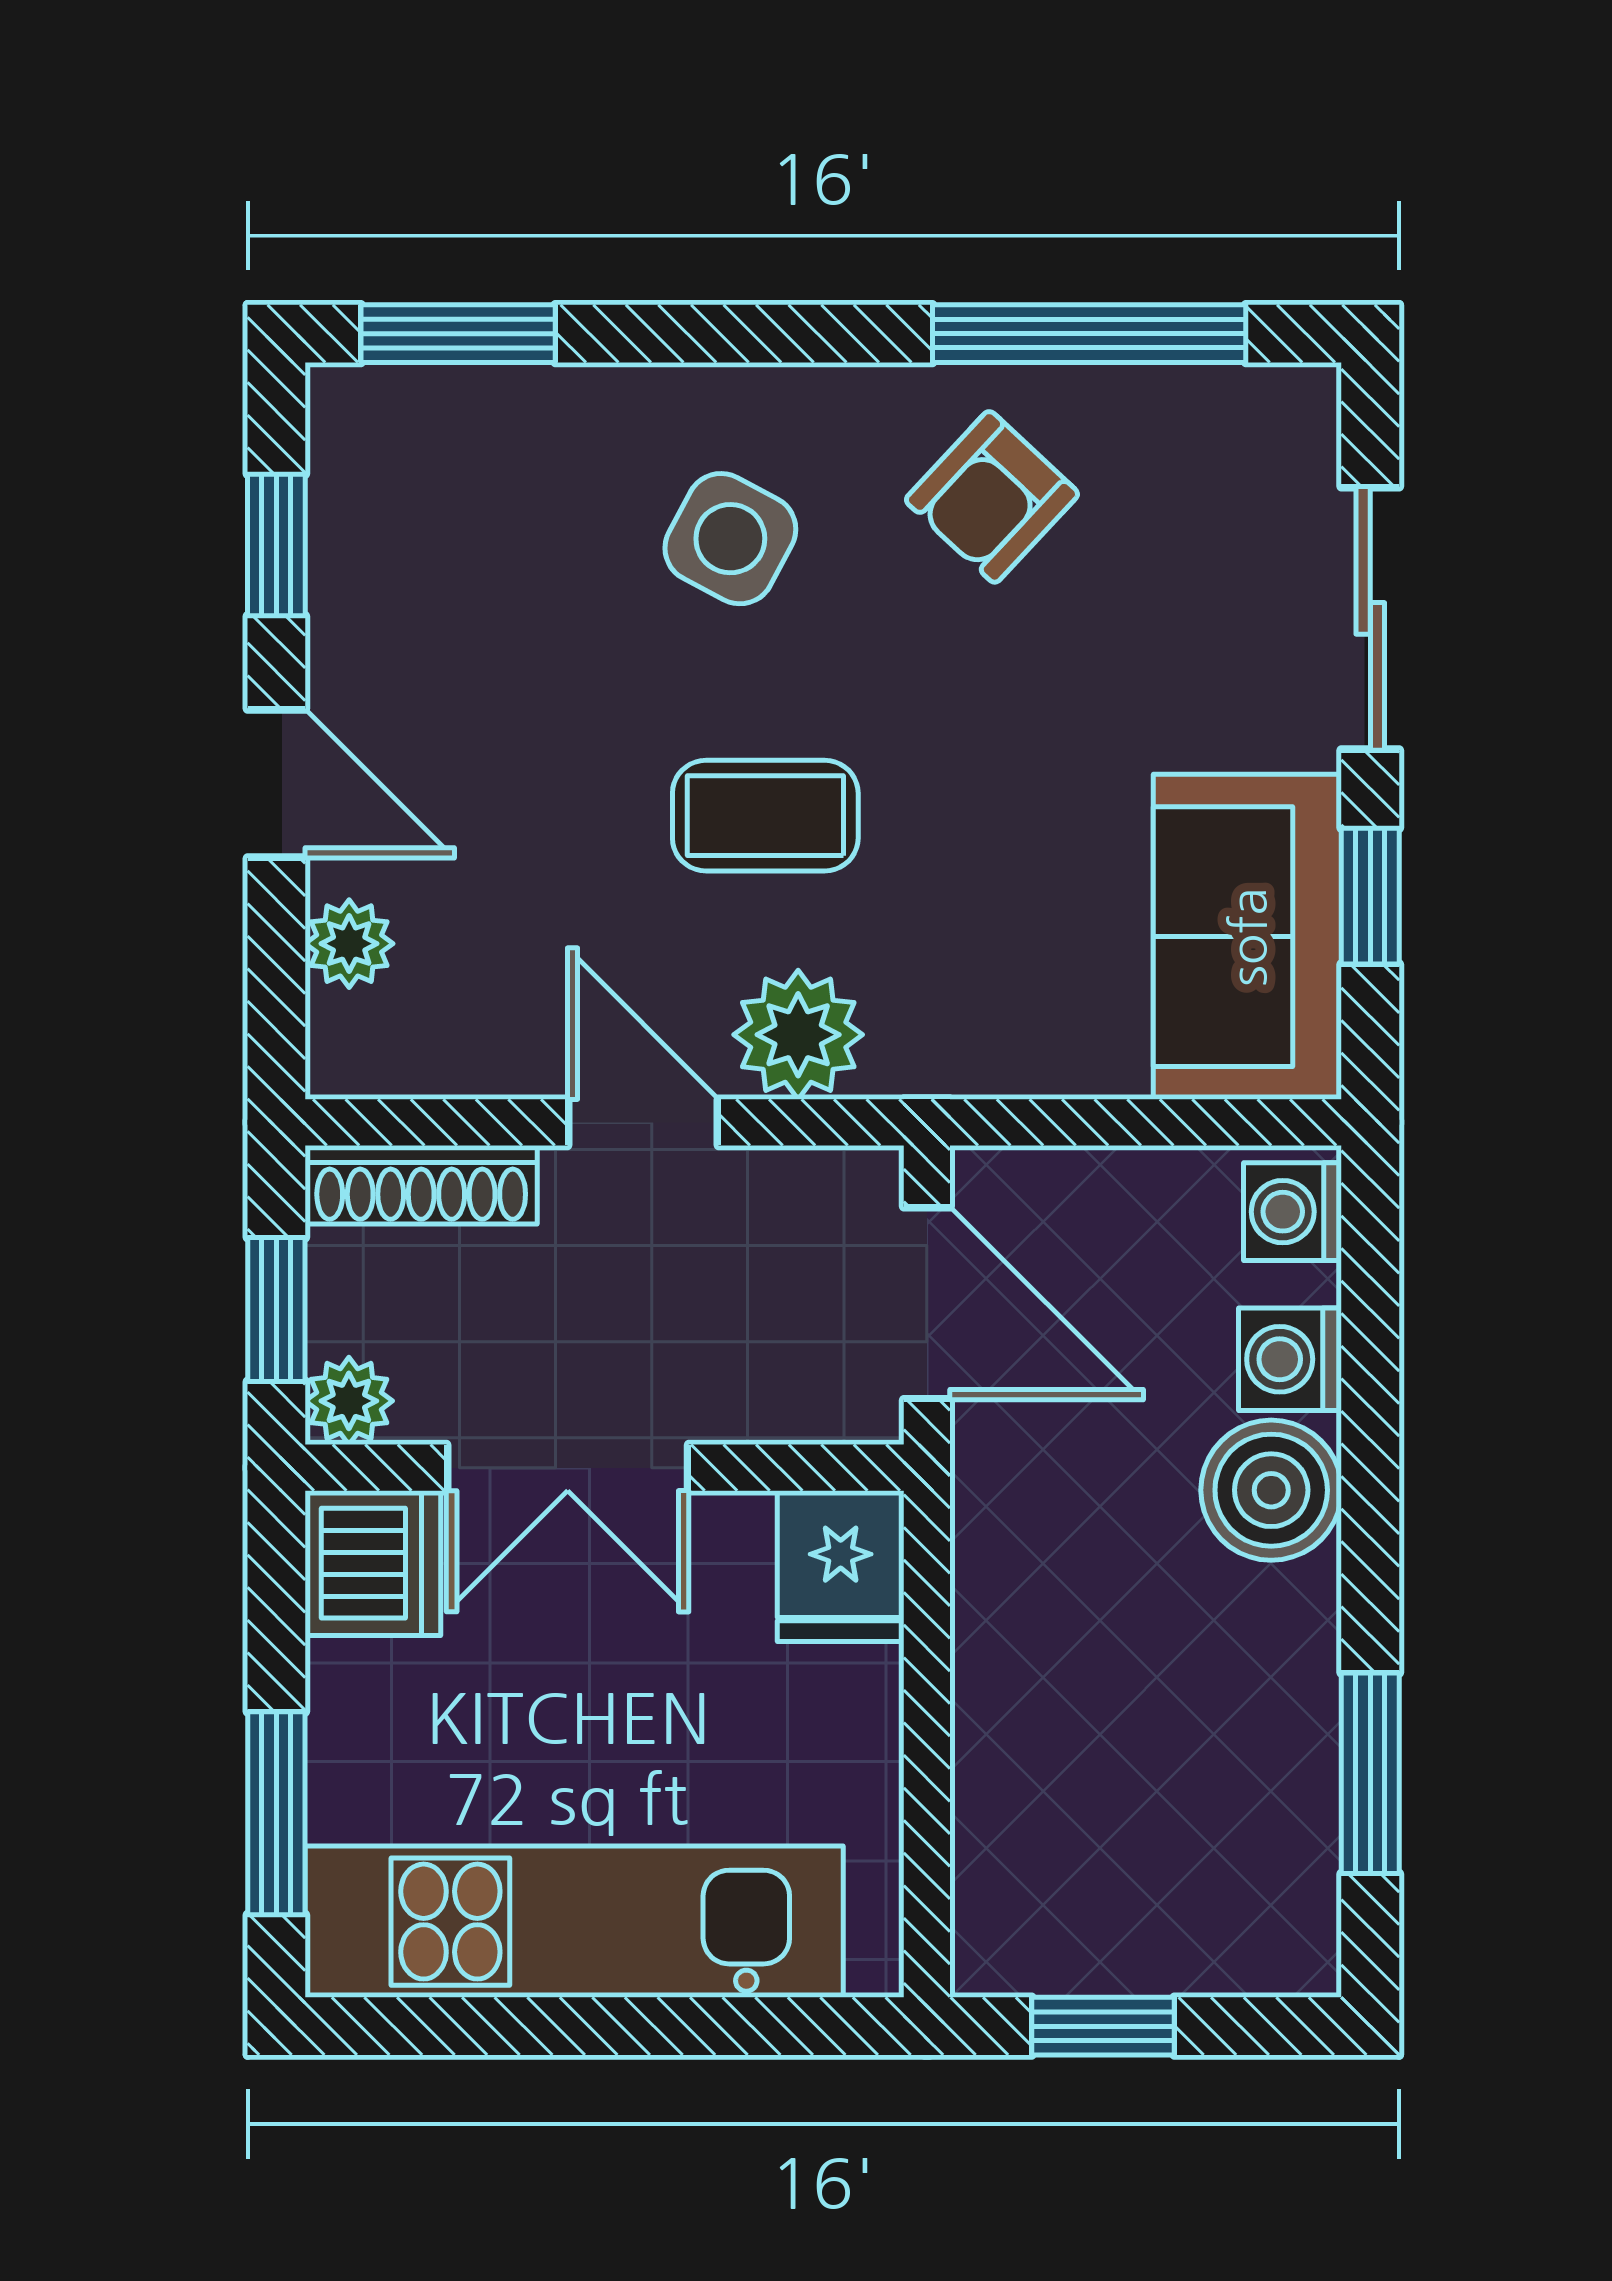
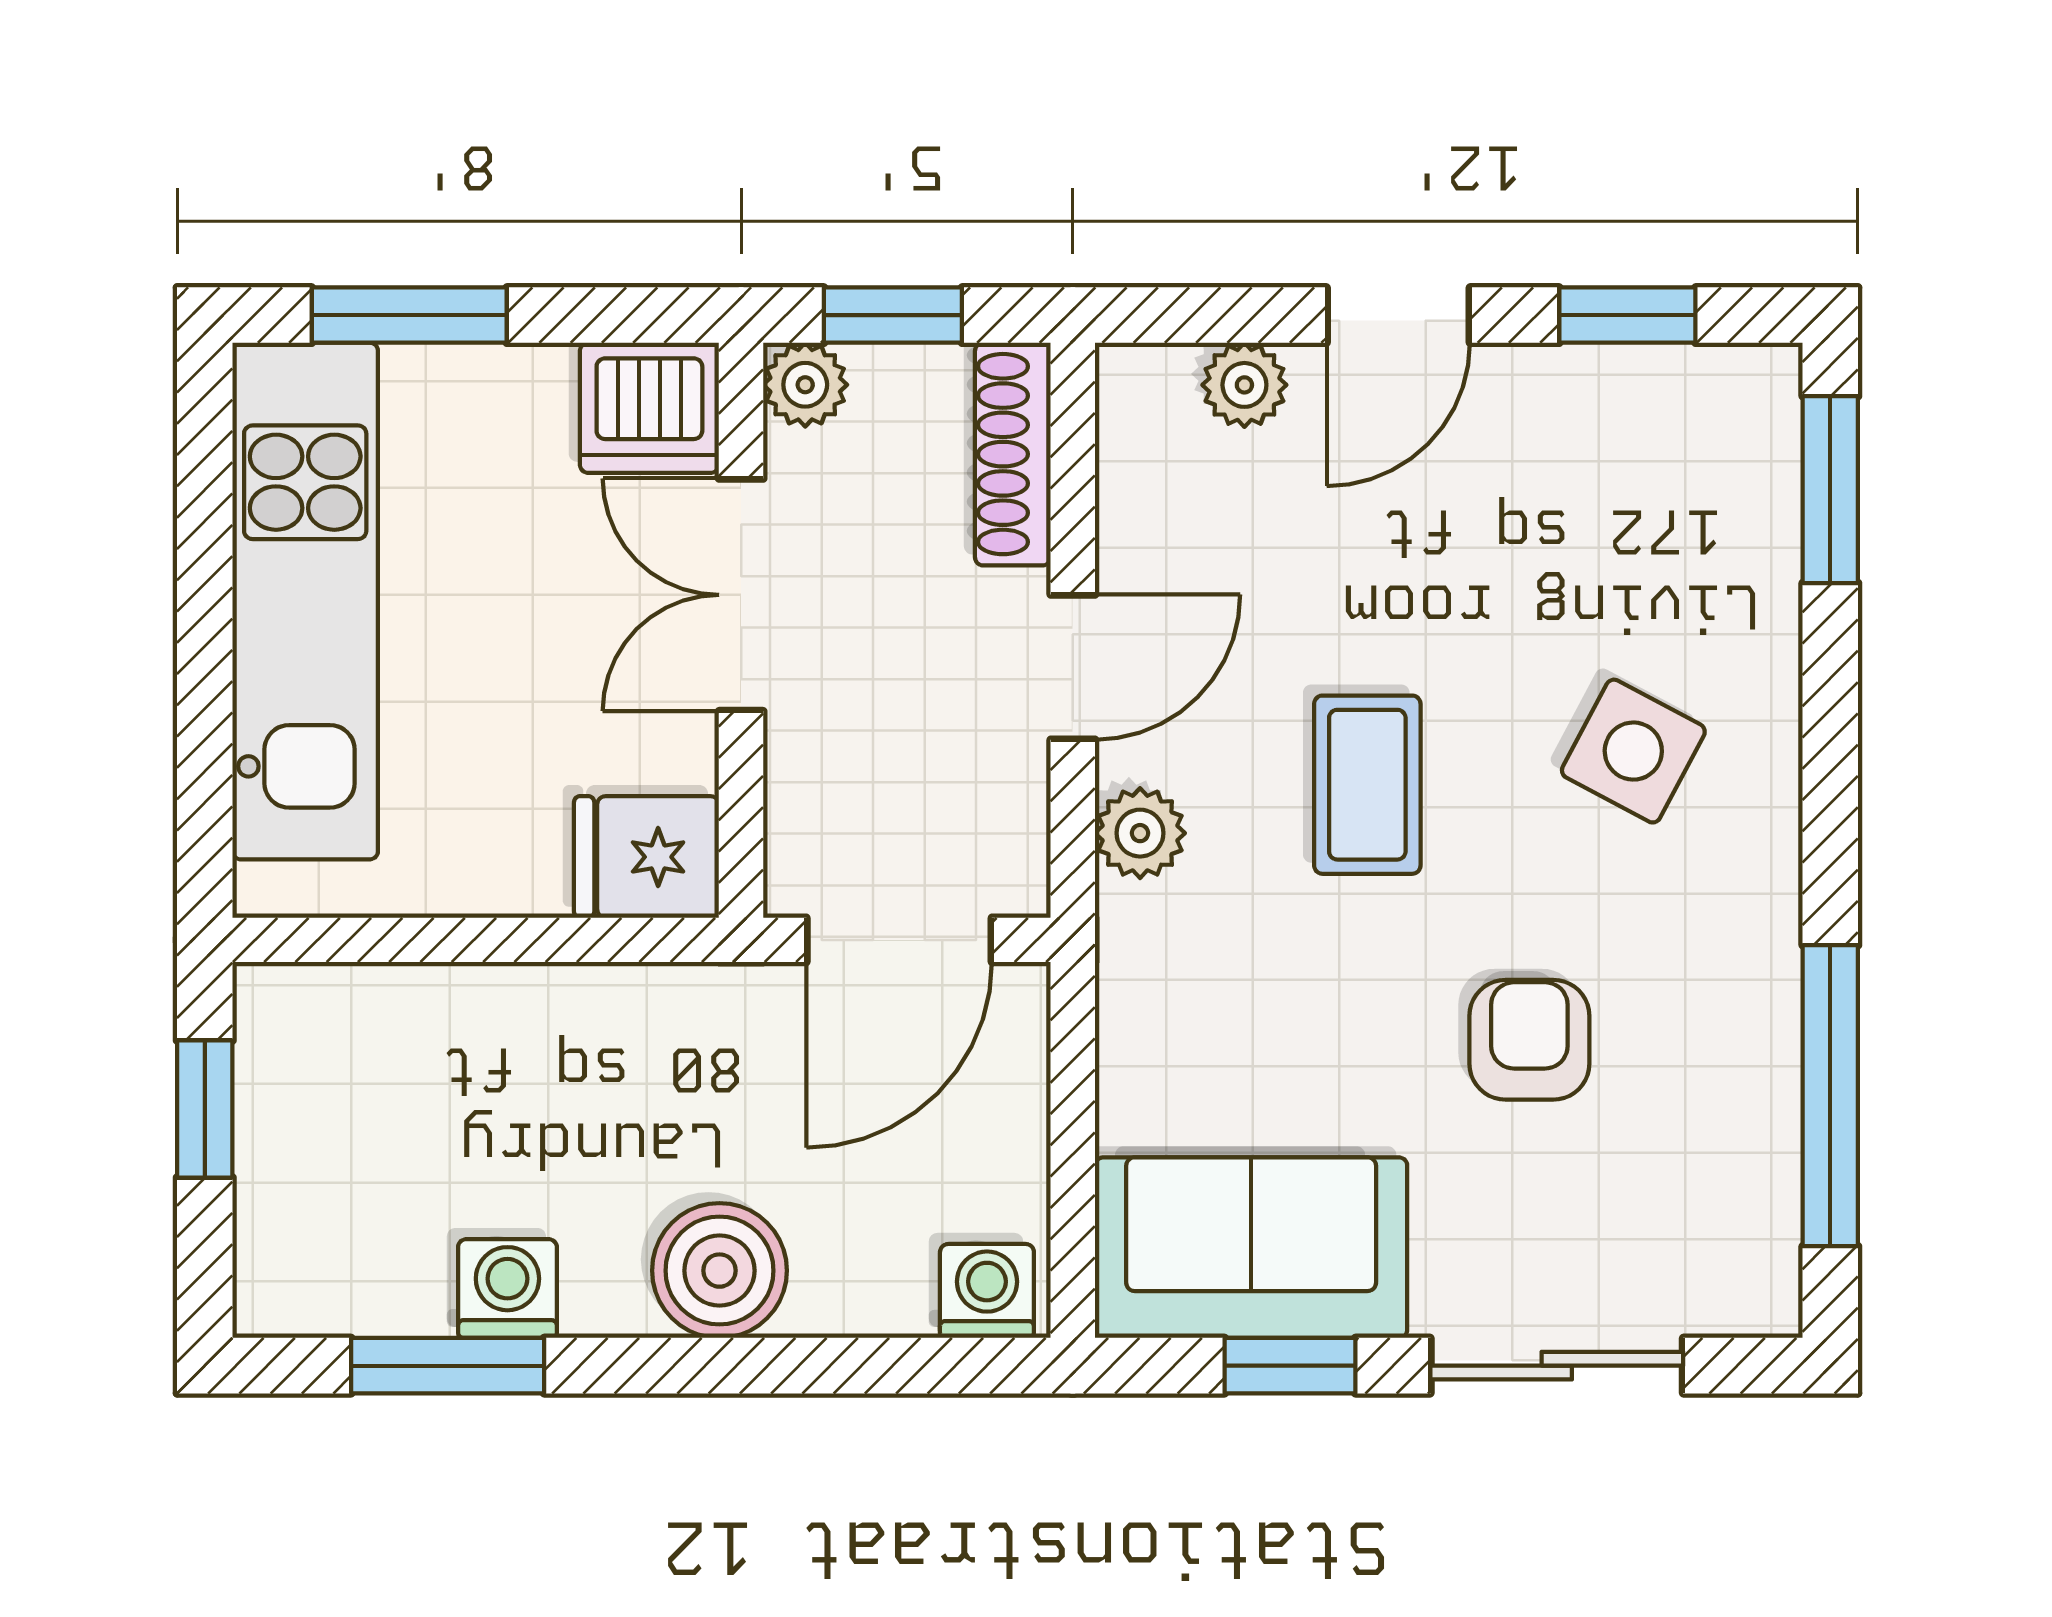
armchair: (992, 497) -> (1529, 1040), moved, turned 47
plant: (798, 1035) -> (1140, 833), width x0.73, depth x0.73
washing machine: (1290, 1359) -> (507, 1289), moved

